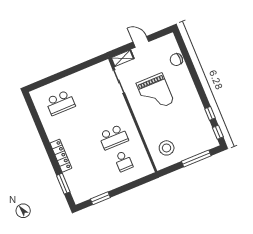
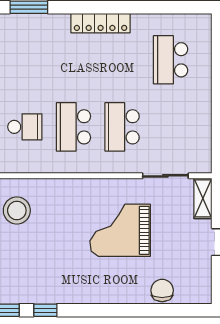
school desk: (103, 113) -> (122, 127), added
locker: (61, 156) -> (101, 23), moved
school desk: (123, 161) -> (25, 127), turned 180

